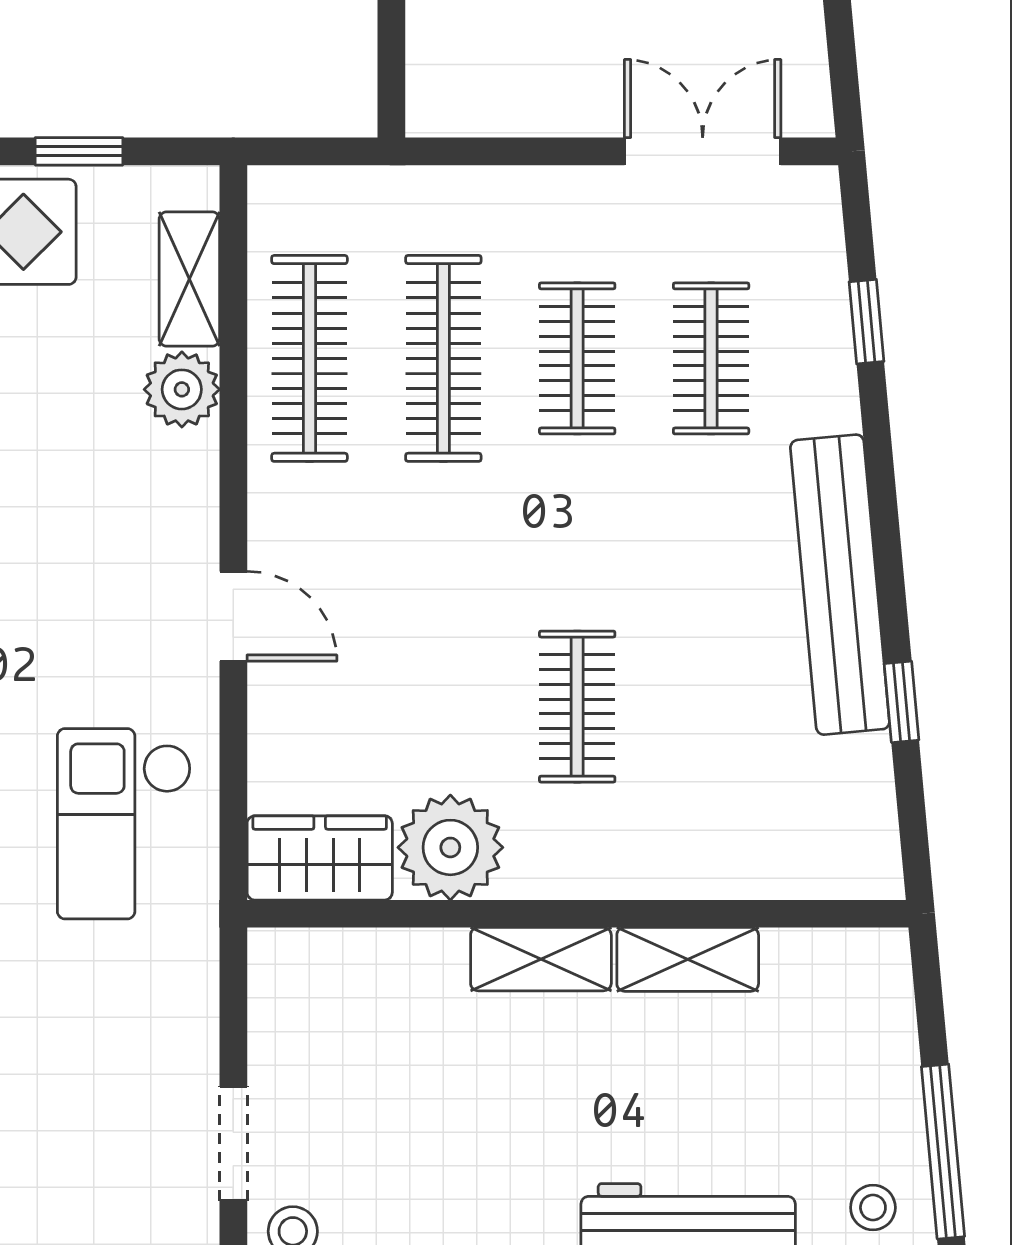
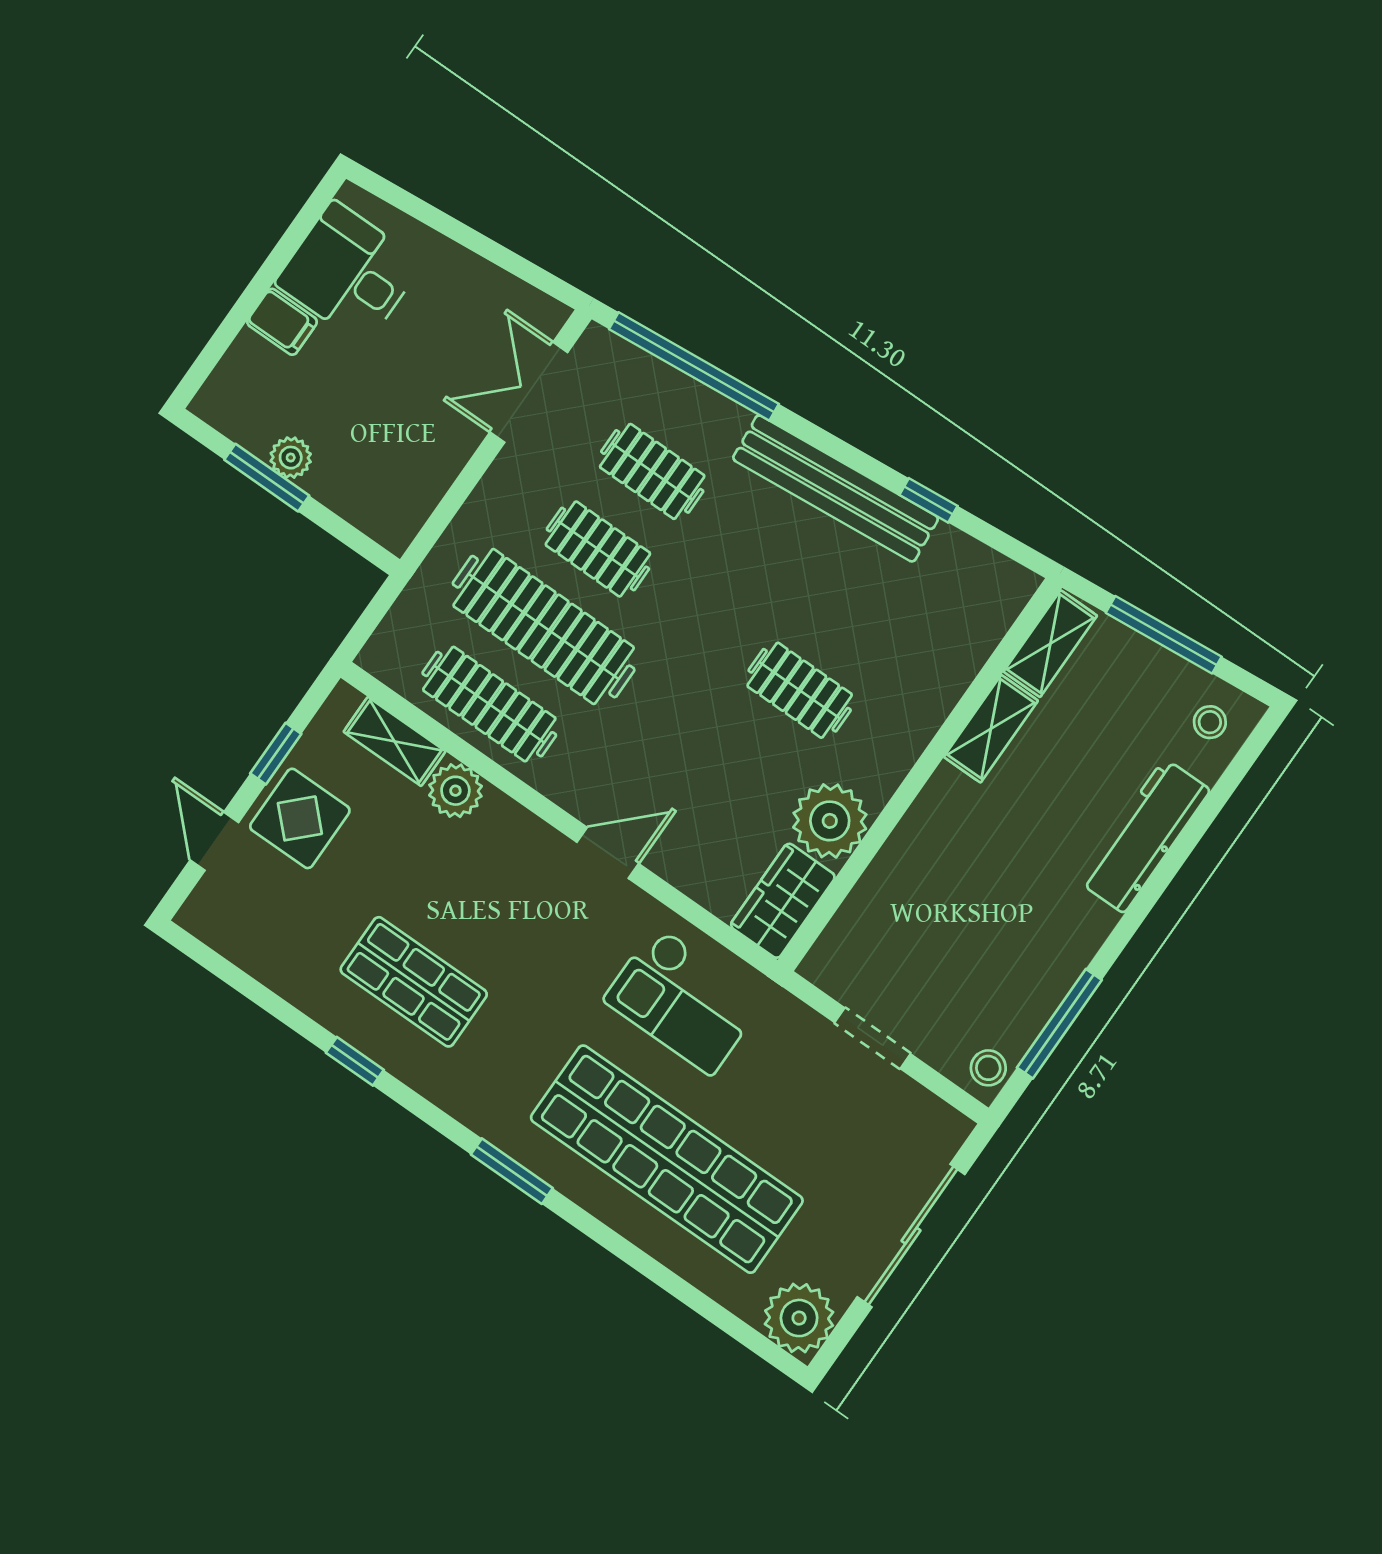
window: (867, 322) -> (694, 366), width x3.17
clothes rail: (443, 358) -> (544, 627), width x1.37, depth x1.31
shelving: (541, 959) -> (1050, 644), moved
doorway: (233, 1144) -> (872, 1038), moved
window: (943, 1152) -> (1164, 635), moved

